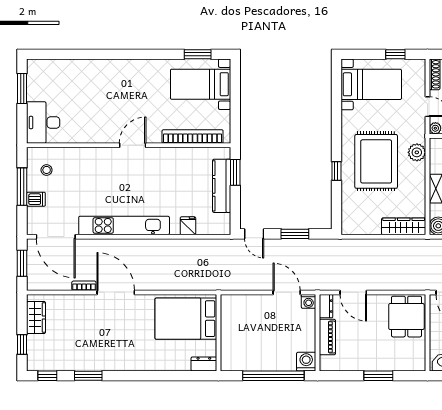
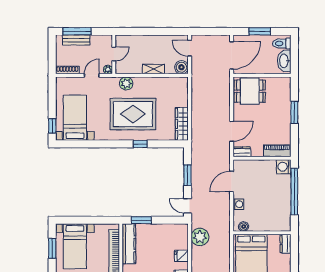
window: (395, 54) -> (52, 126), moved
kitchen counter: (222, 186) -> (129, 244), moved, turned -90
wardrobe: (404, 226) -> (182, 124), moved
door: (254, 234) -> (188, 206), swing flipped
plant: (213, 250) -> (200, 237), added
washing machine: (309, 301) -> (238, 204), moved
boiler: (227, 308) -> (244, 227), added
piano: (327, 337) -> (277, 151), moved

